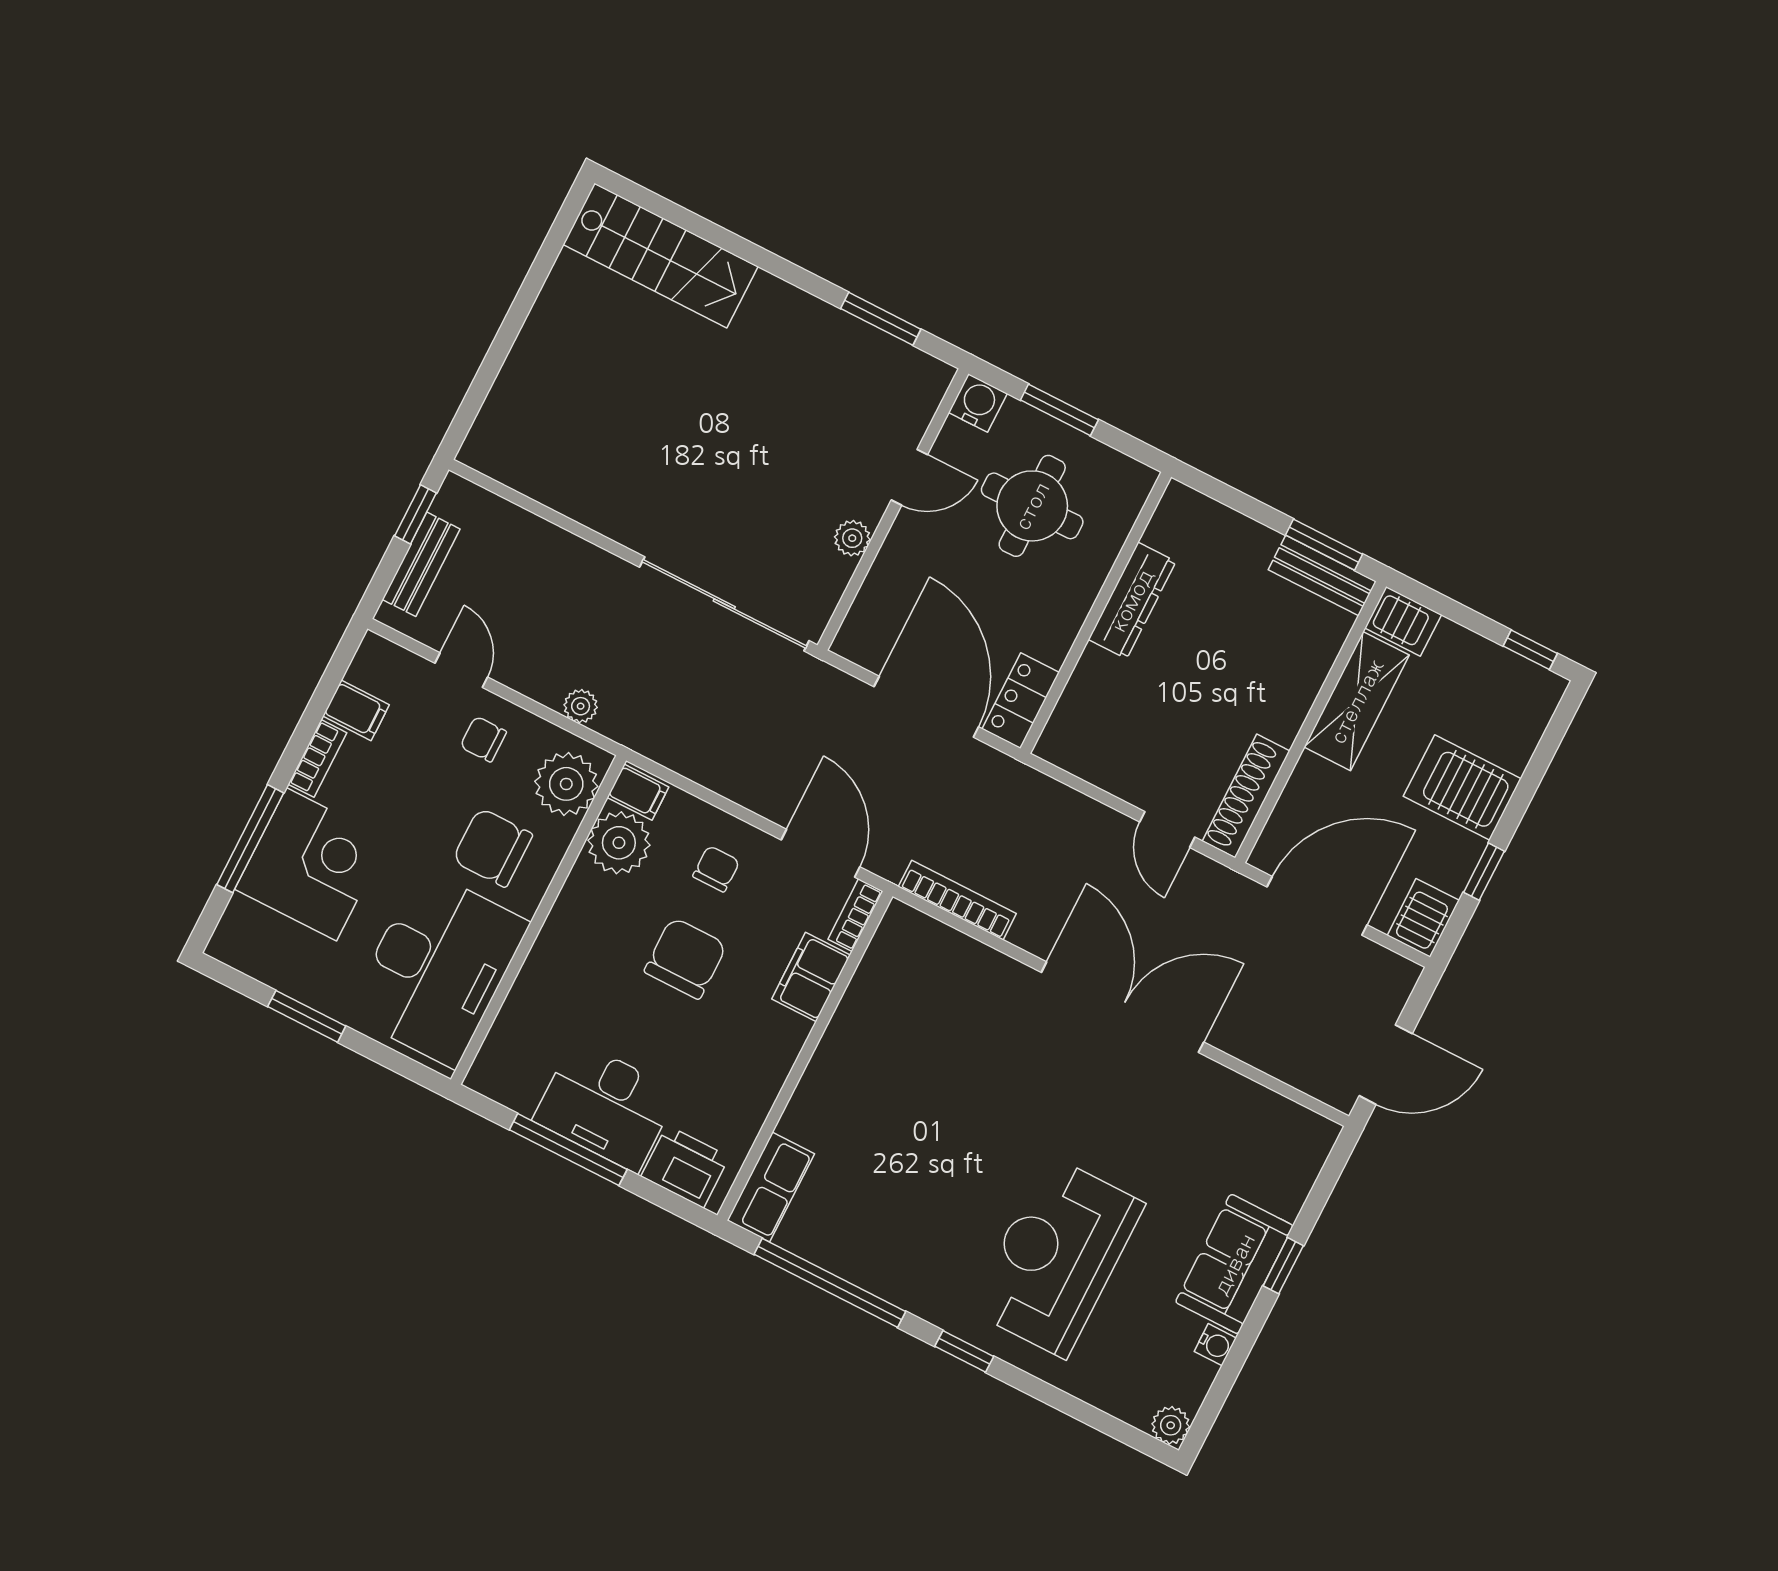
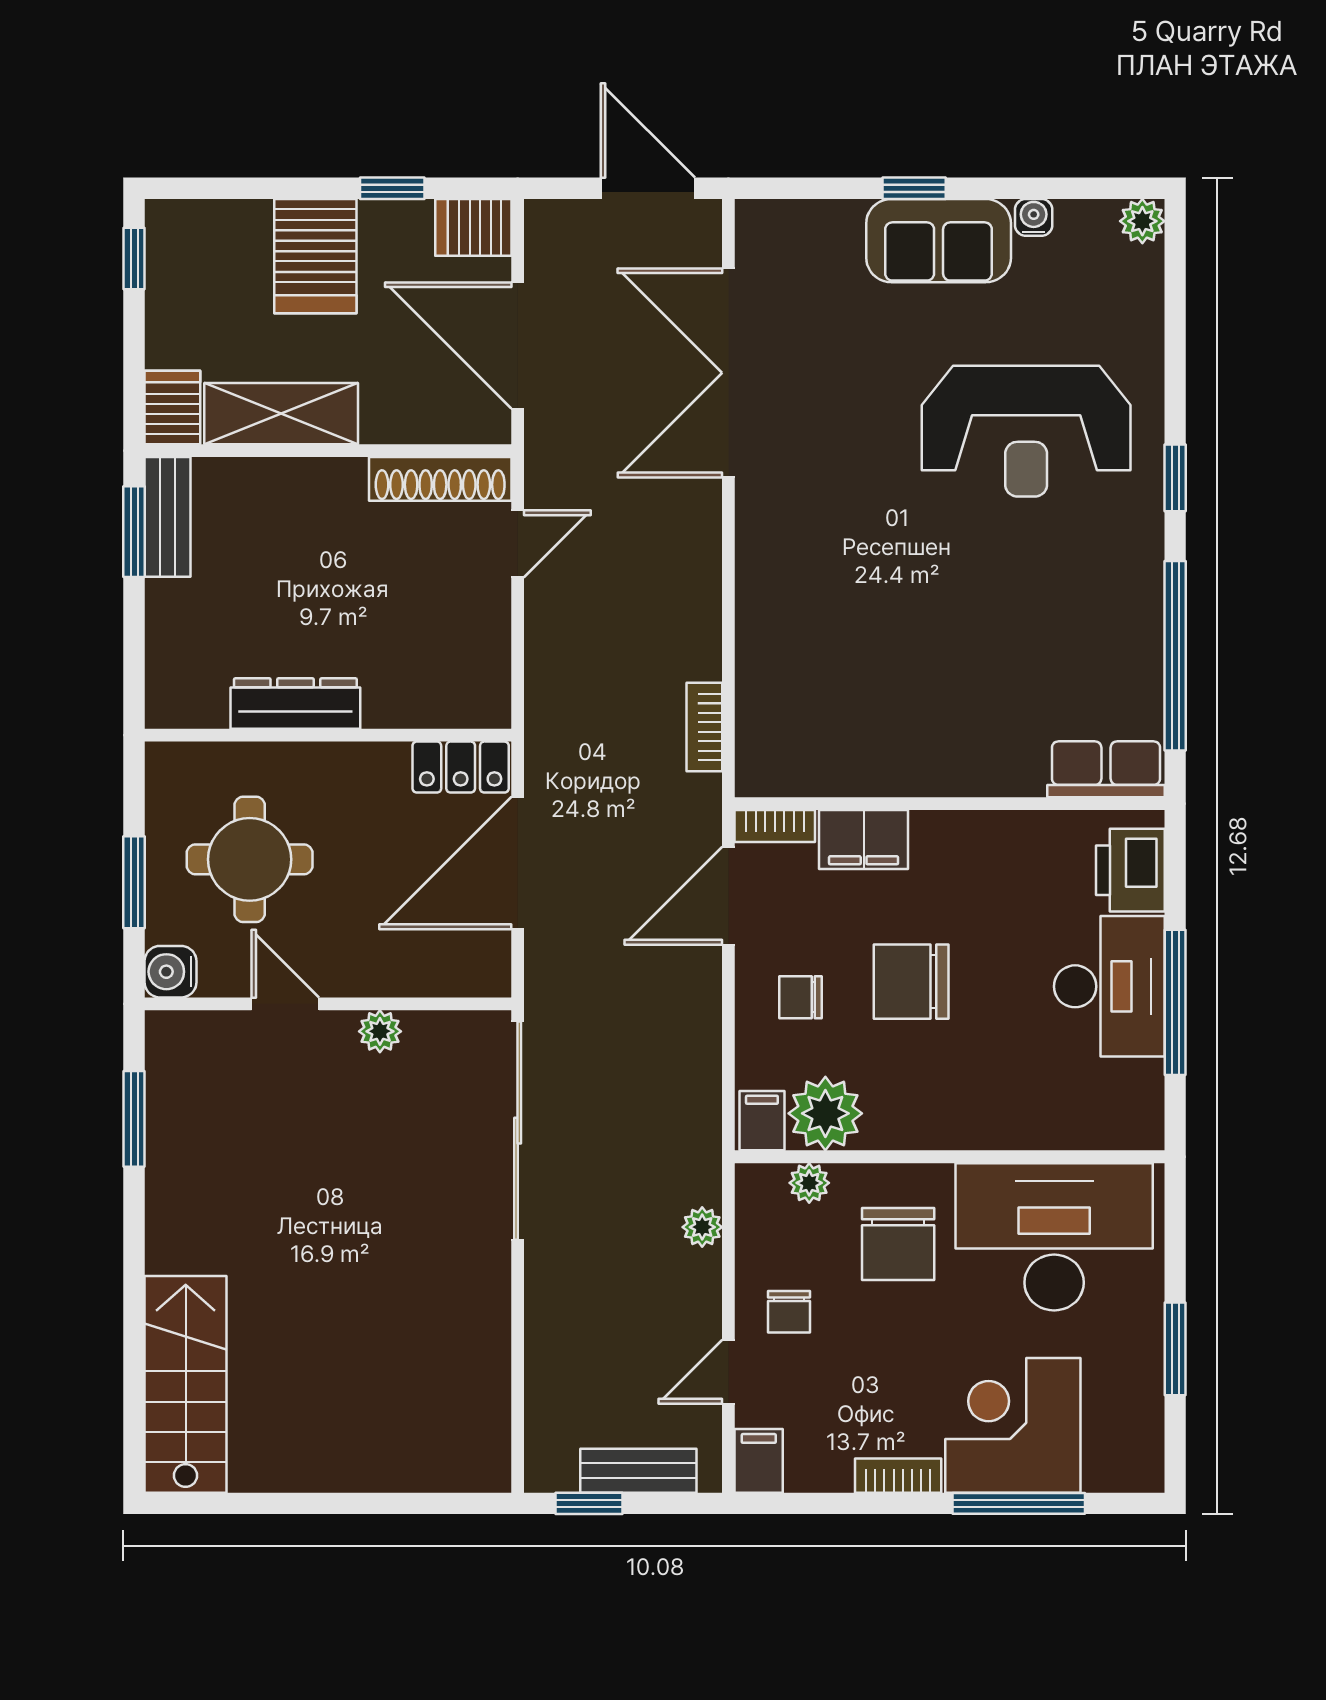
filing cabinet: (356, 710) -> (759, 1461), moved
plant: (566, 784) -> (809, 1183), width x0.53, depth x0.53
bookcase: (957, 900) -> (704, 727), width x0.64
double door: (1123, 1007) -> (728, 373), moved

